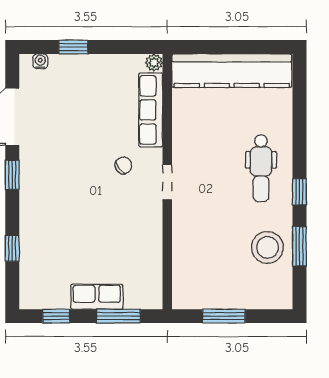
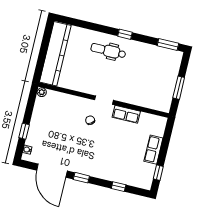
row of seats: (151, 110) -> (126, 114), moved, width x0.68
dental chair: (261, 168) -> (108, 51), turned 180
window: (299, 246) -> (168, 45), moved
stool: (267, 247) -> (149, 57), removed
window: (118, 316) -> (166, 141), removed

